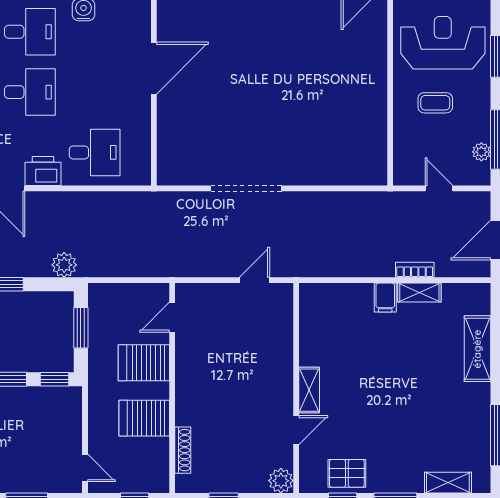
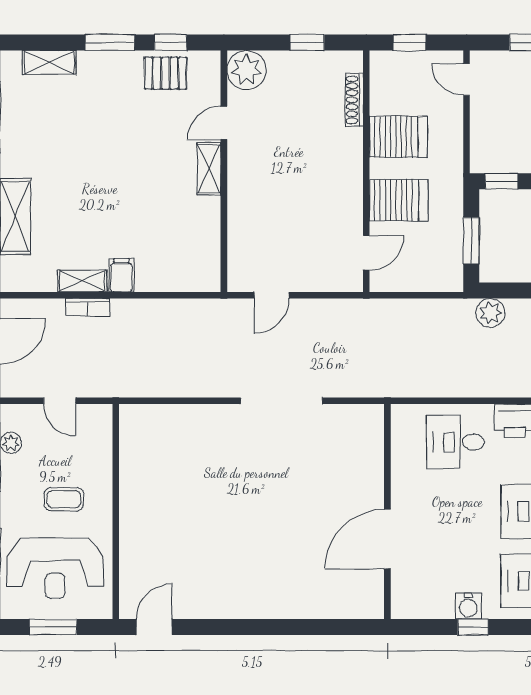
plant: (281, 481) -> (247, 70), width x1.36, depth x1.36

